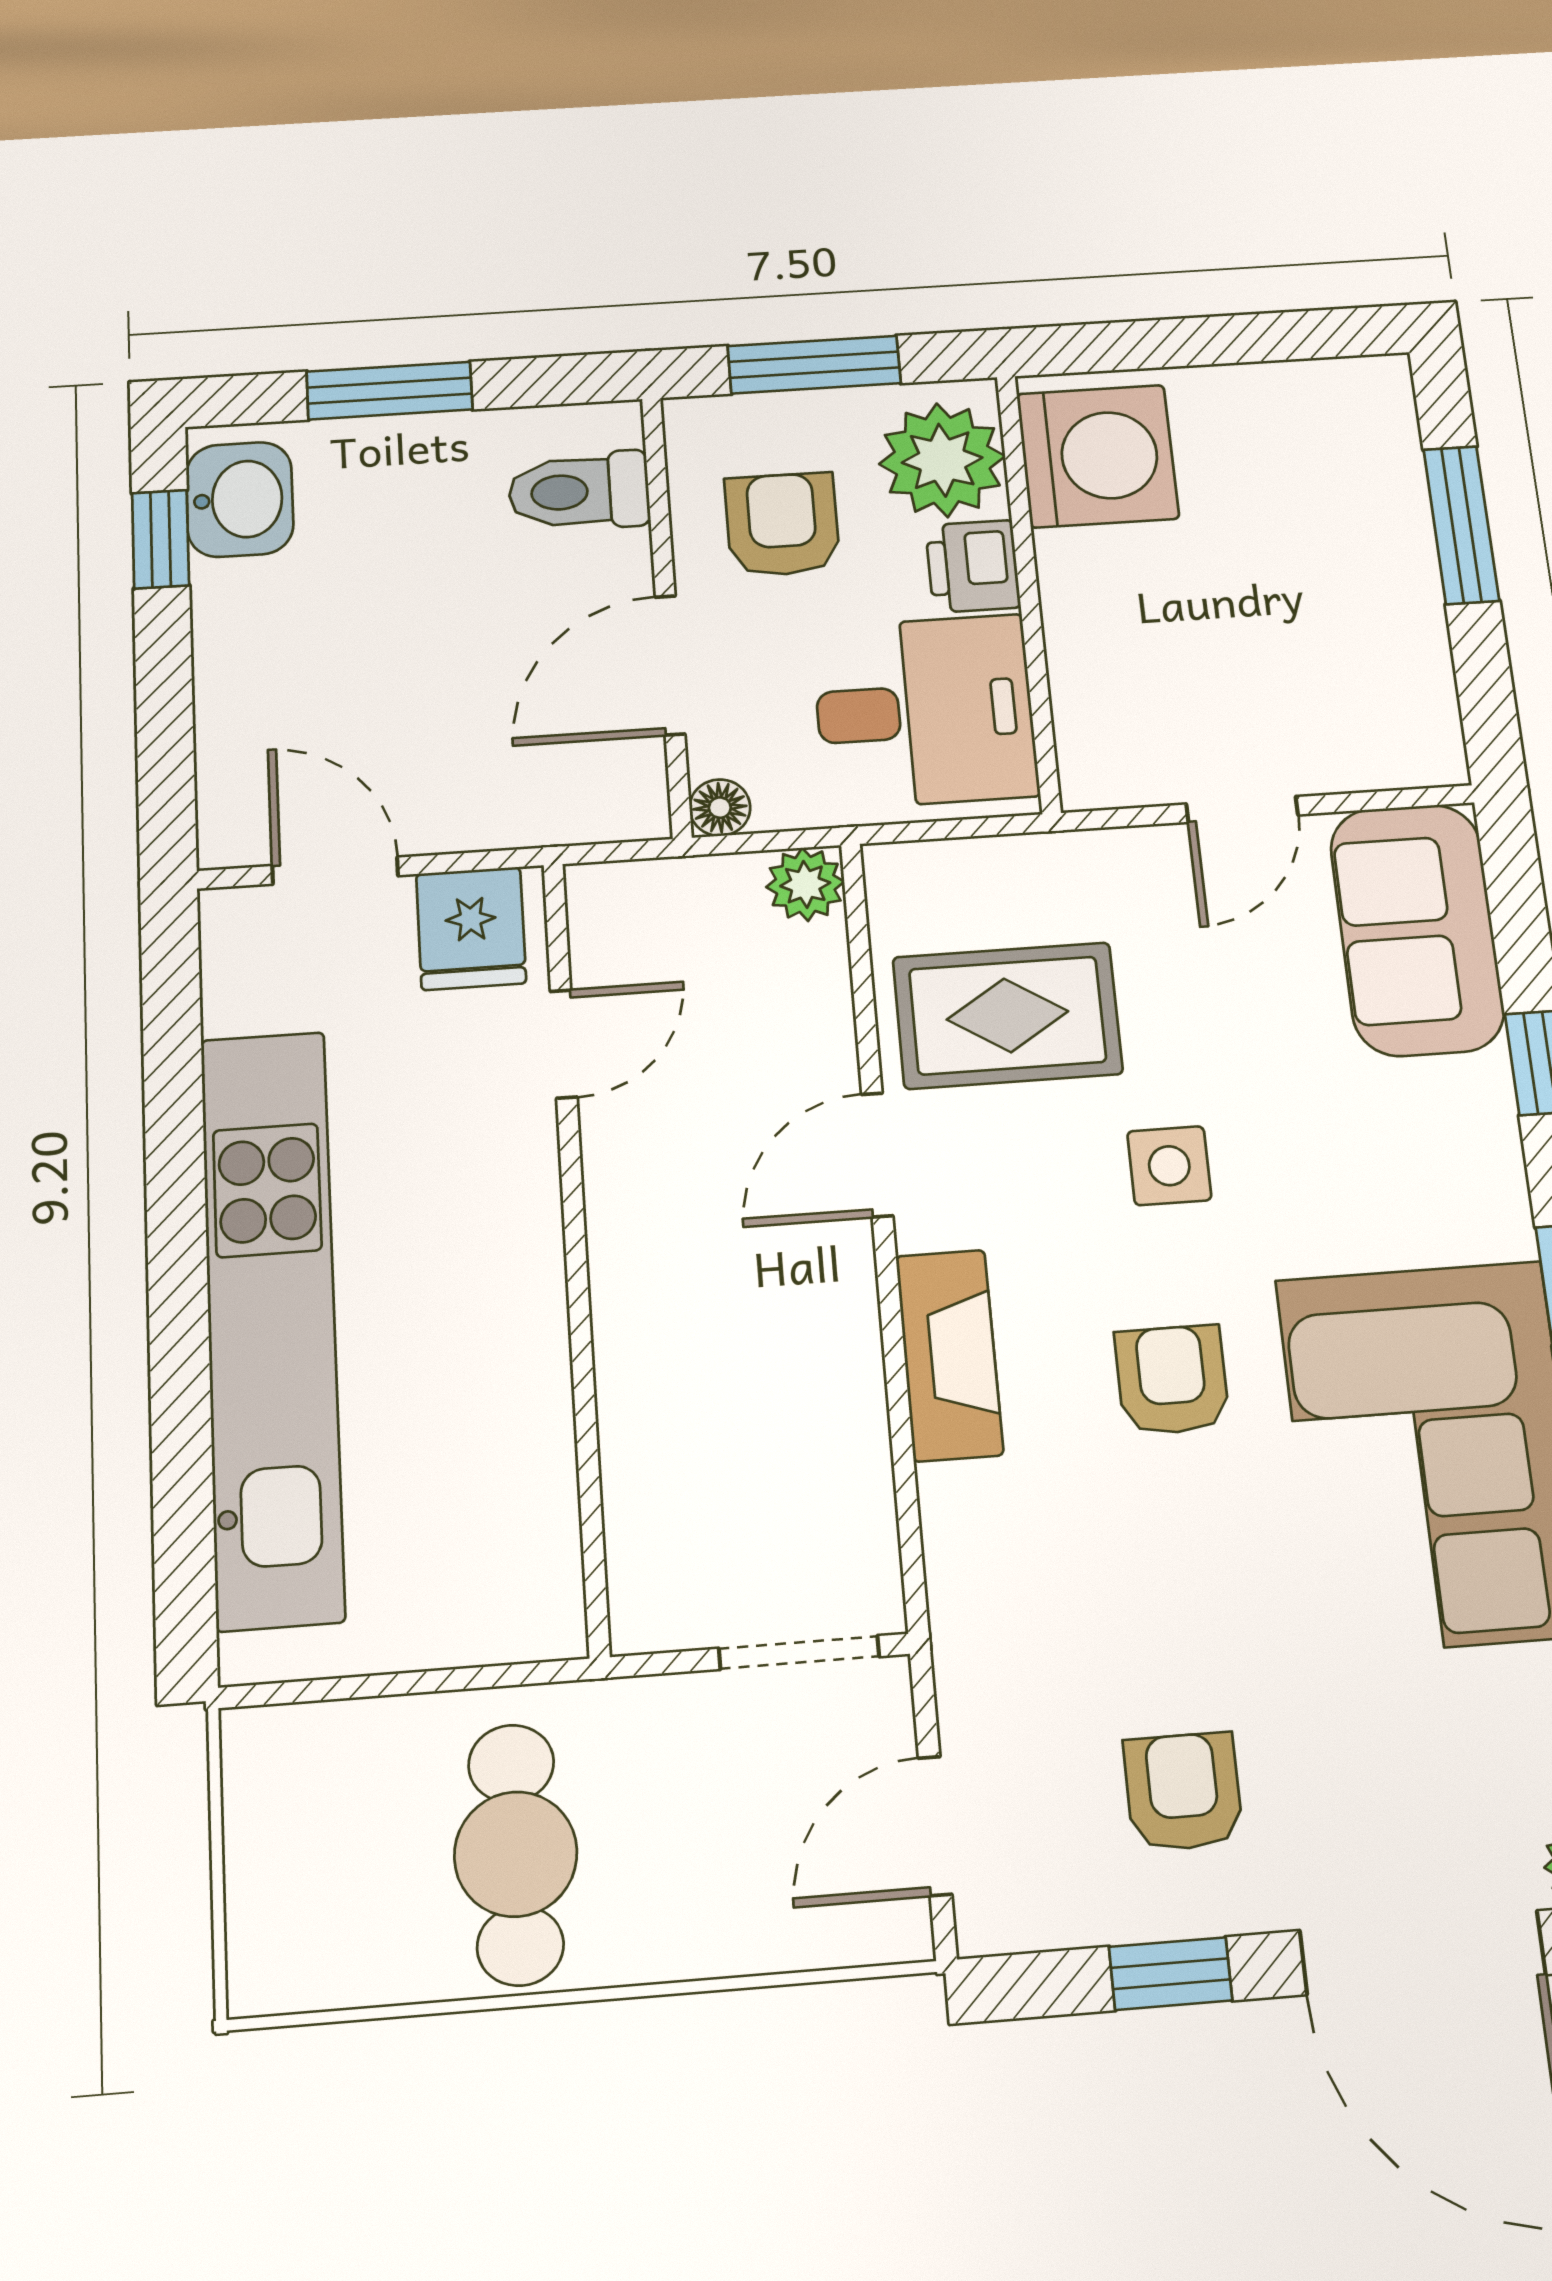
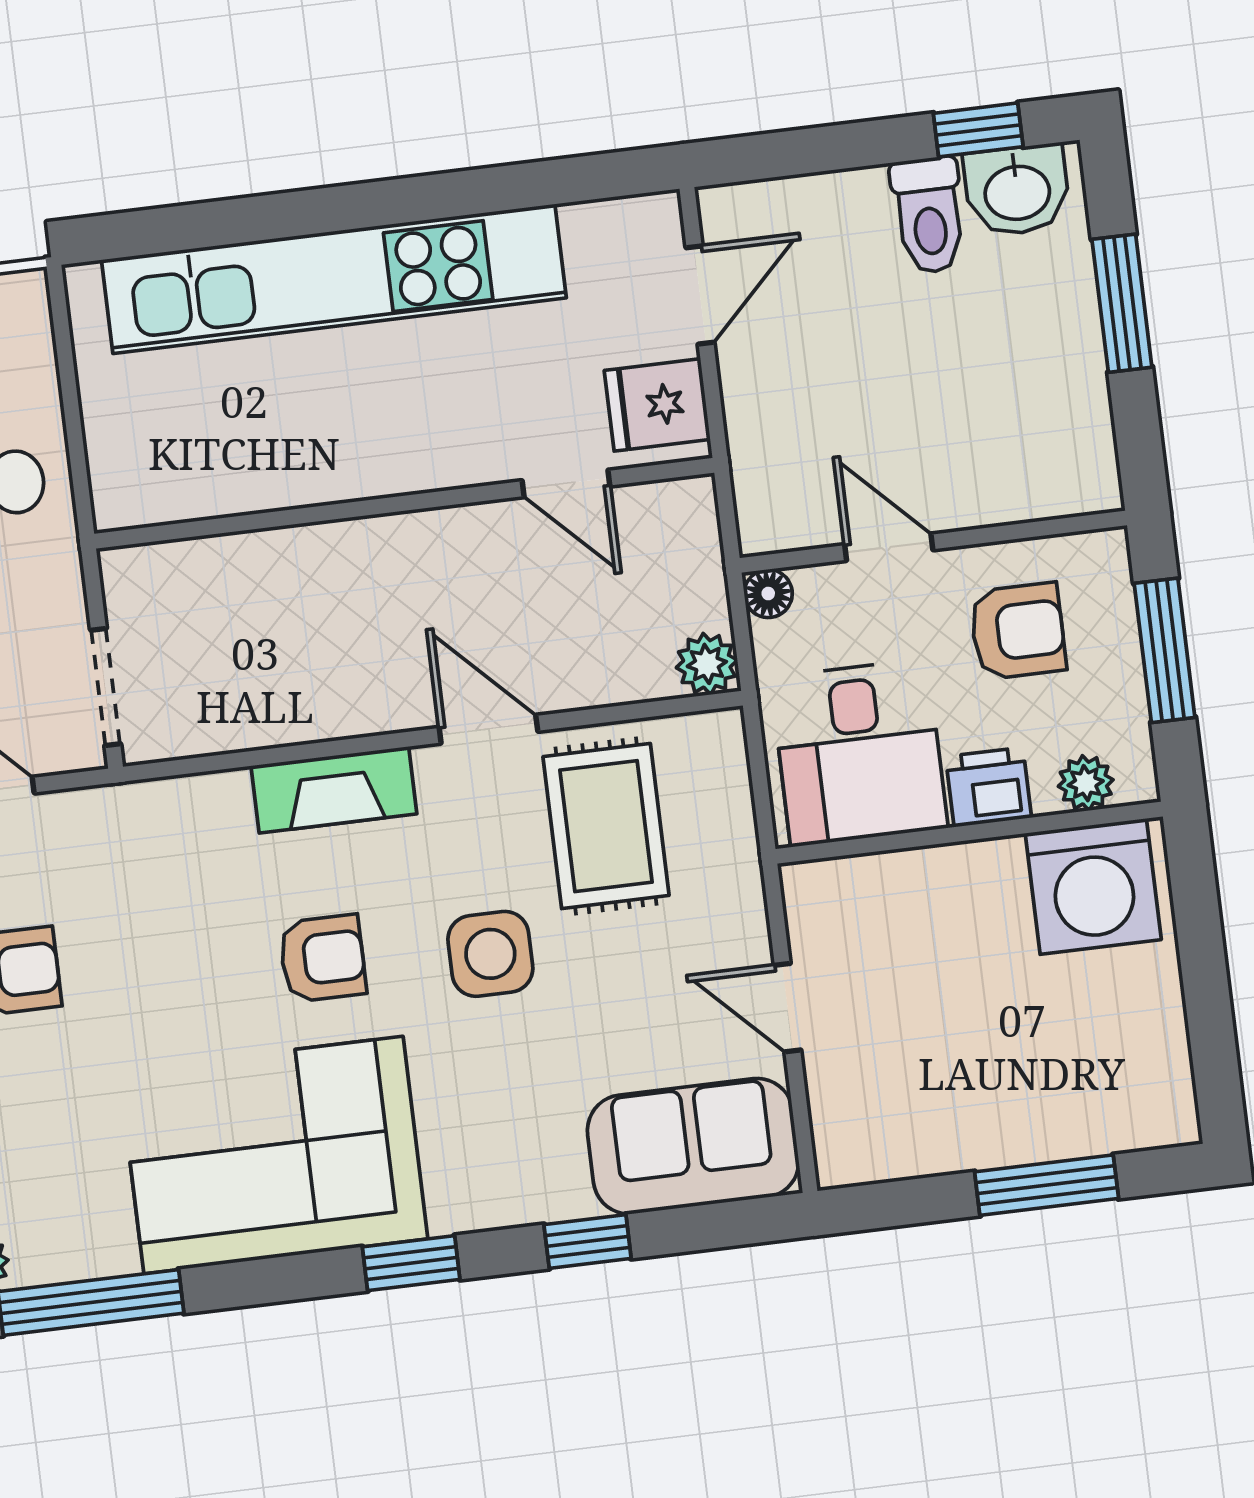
plant: (942, 460) -> (1086, 783), width x0.53, depth x0.53
toilet: (579, 491) -> (929, 215), moved, turned 180
door: (670, 665) -> (889, 547), width x0.73
side table: (1169, 1166) -> (490, 954), width x1.37, depth x1.37

